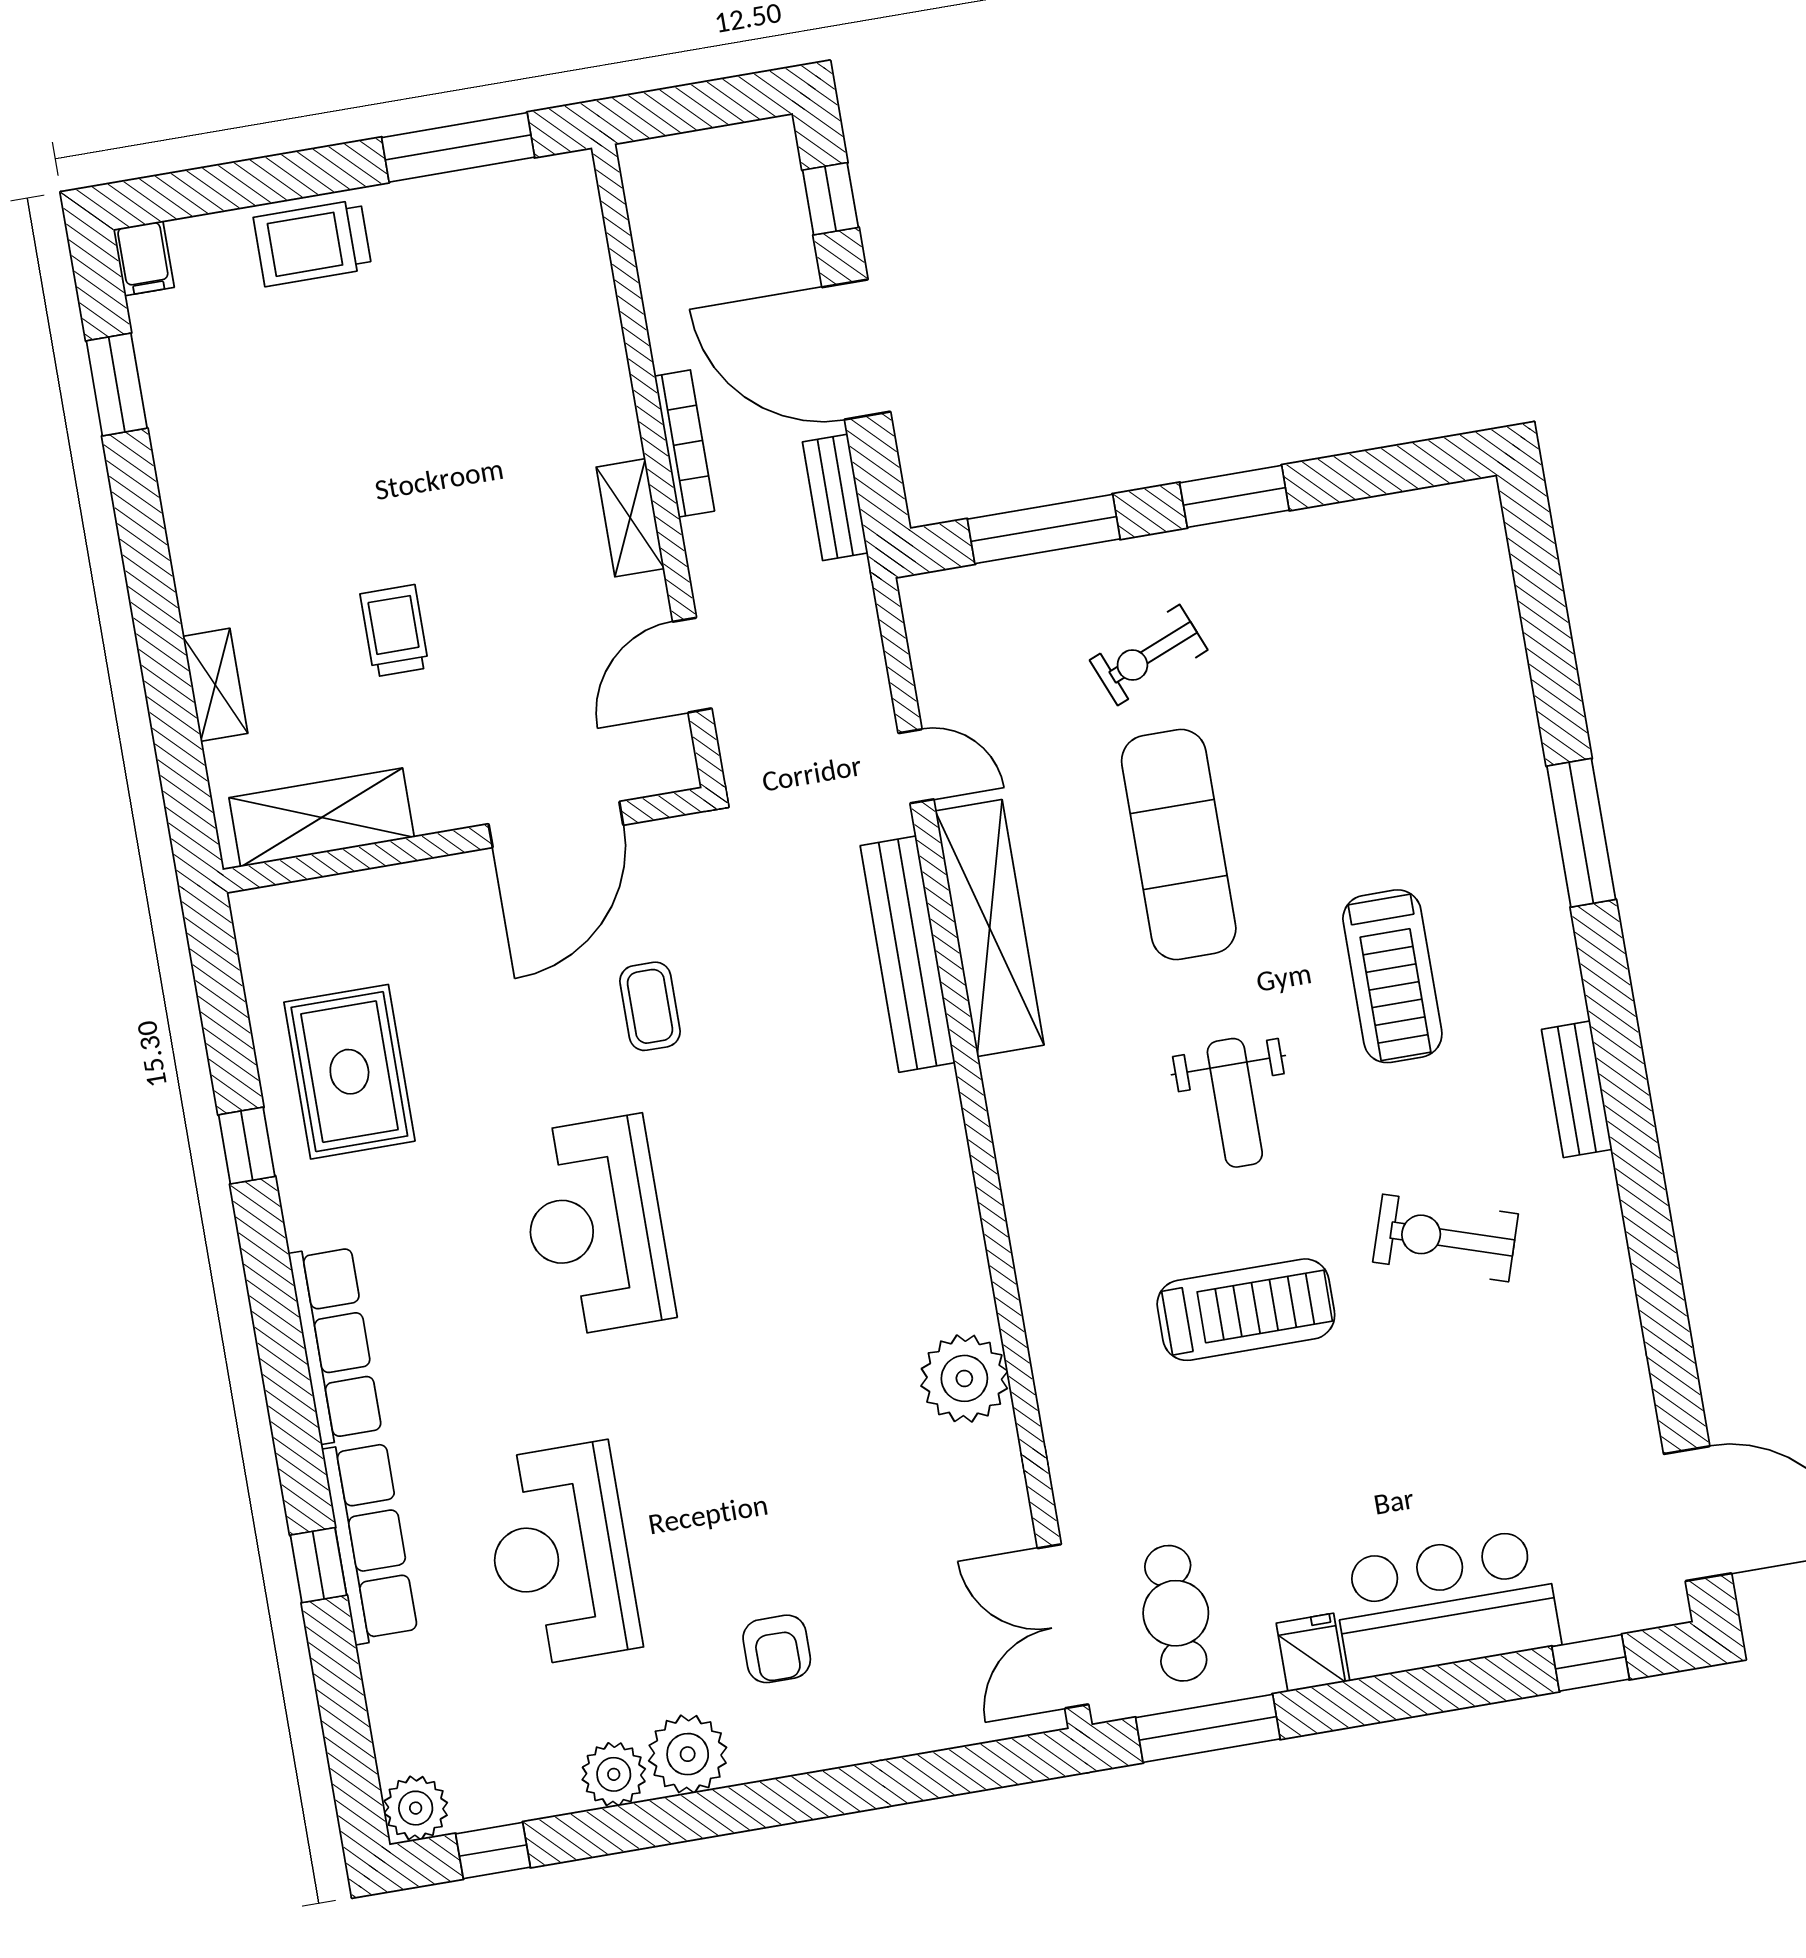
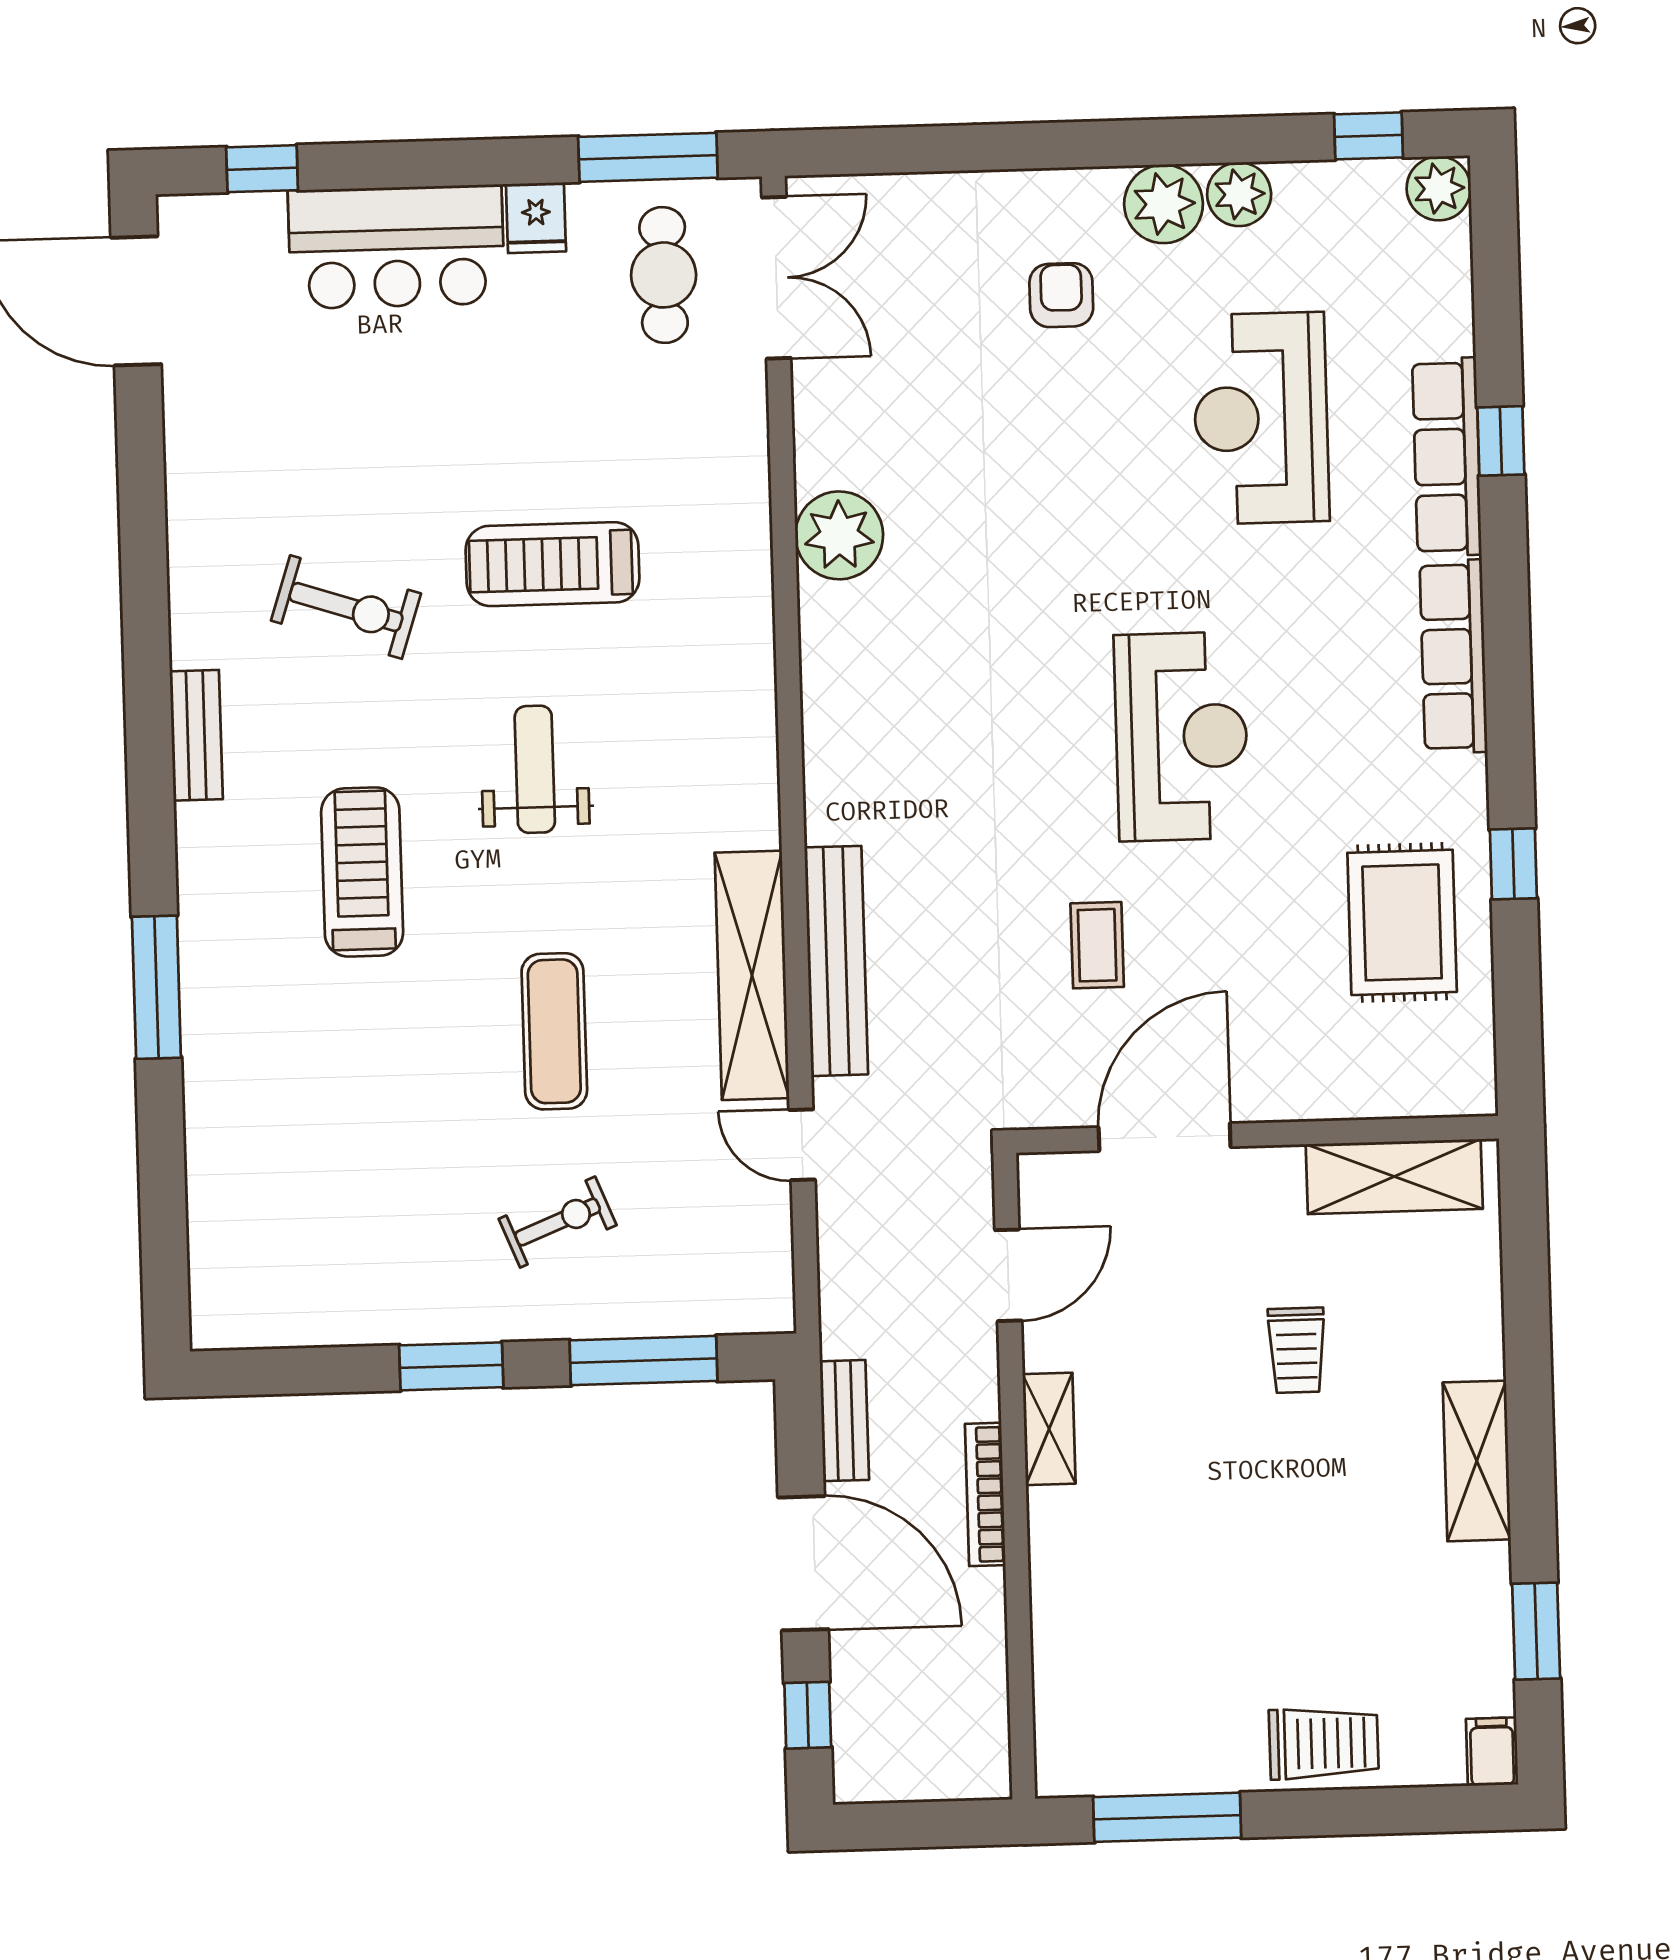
shelving: (215, 685) -> (1477, 1461), moved, width x1.50, depth x1.33
exercise mat: (1179, 845) -> (554, 1031), width x0.73, depth x0.69
reception desk: (561, 1554) -> (1261, 418), turned 180

